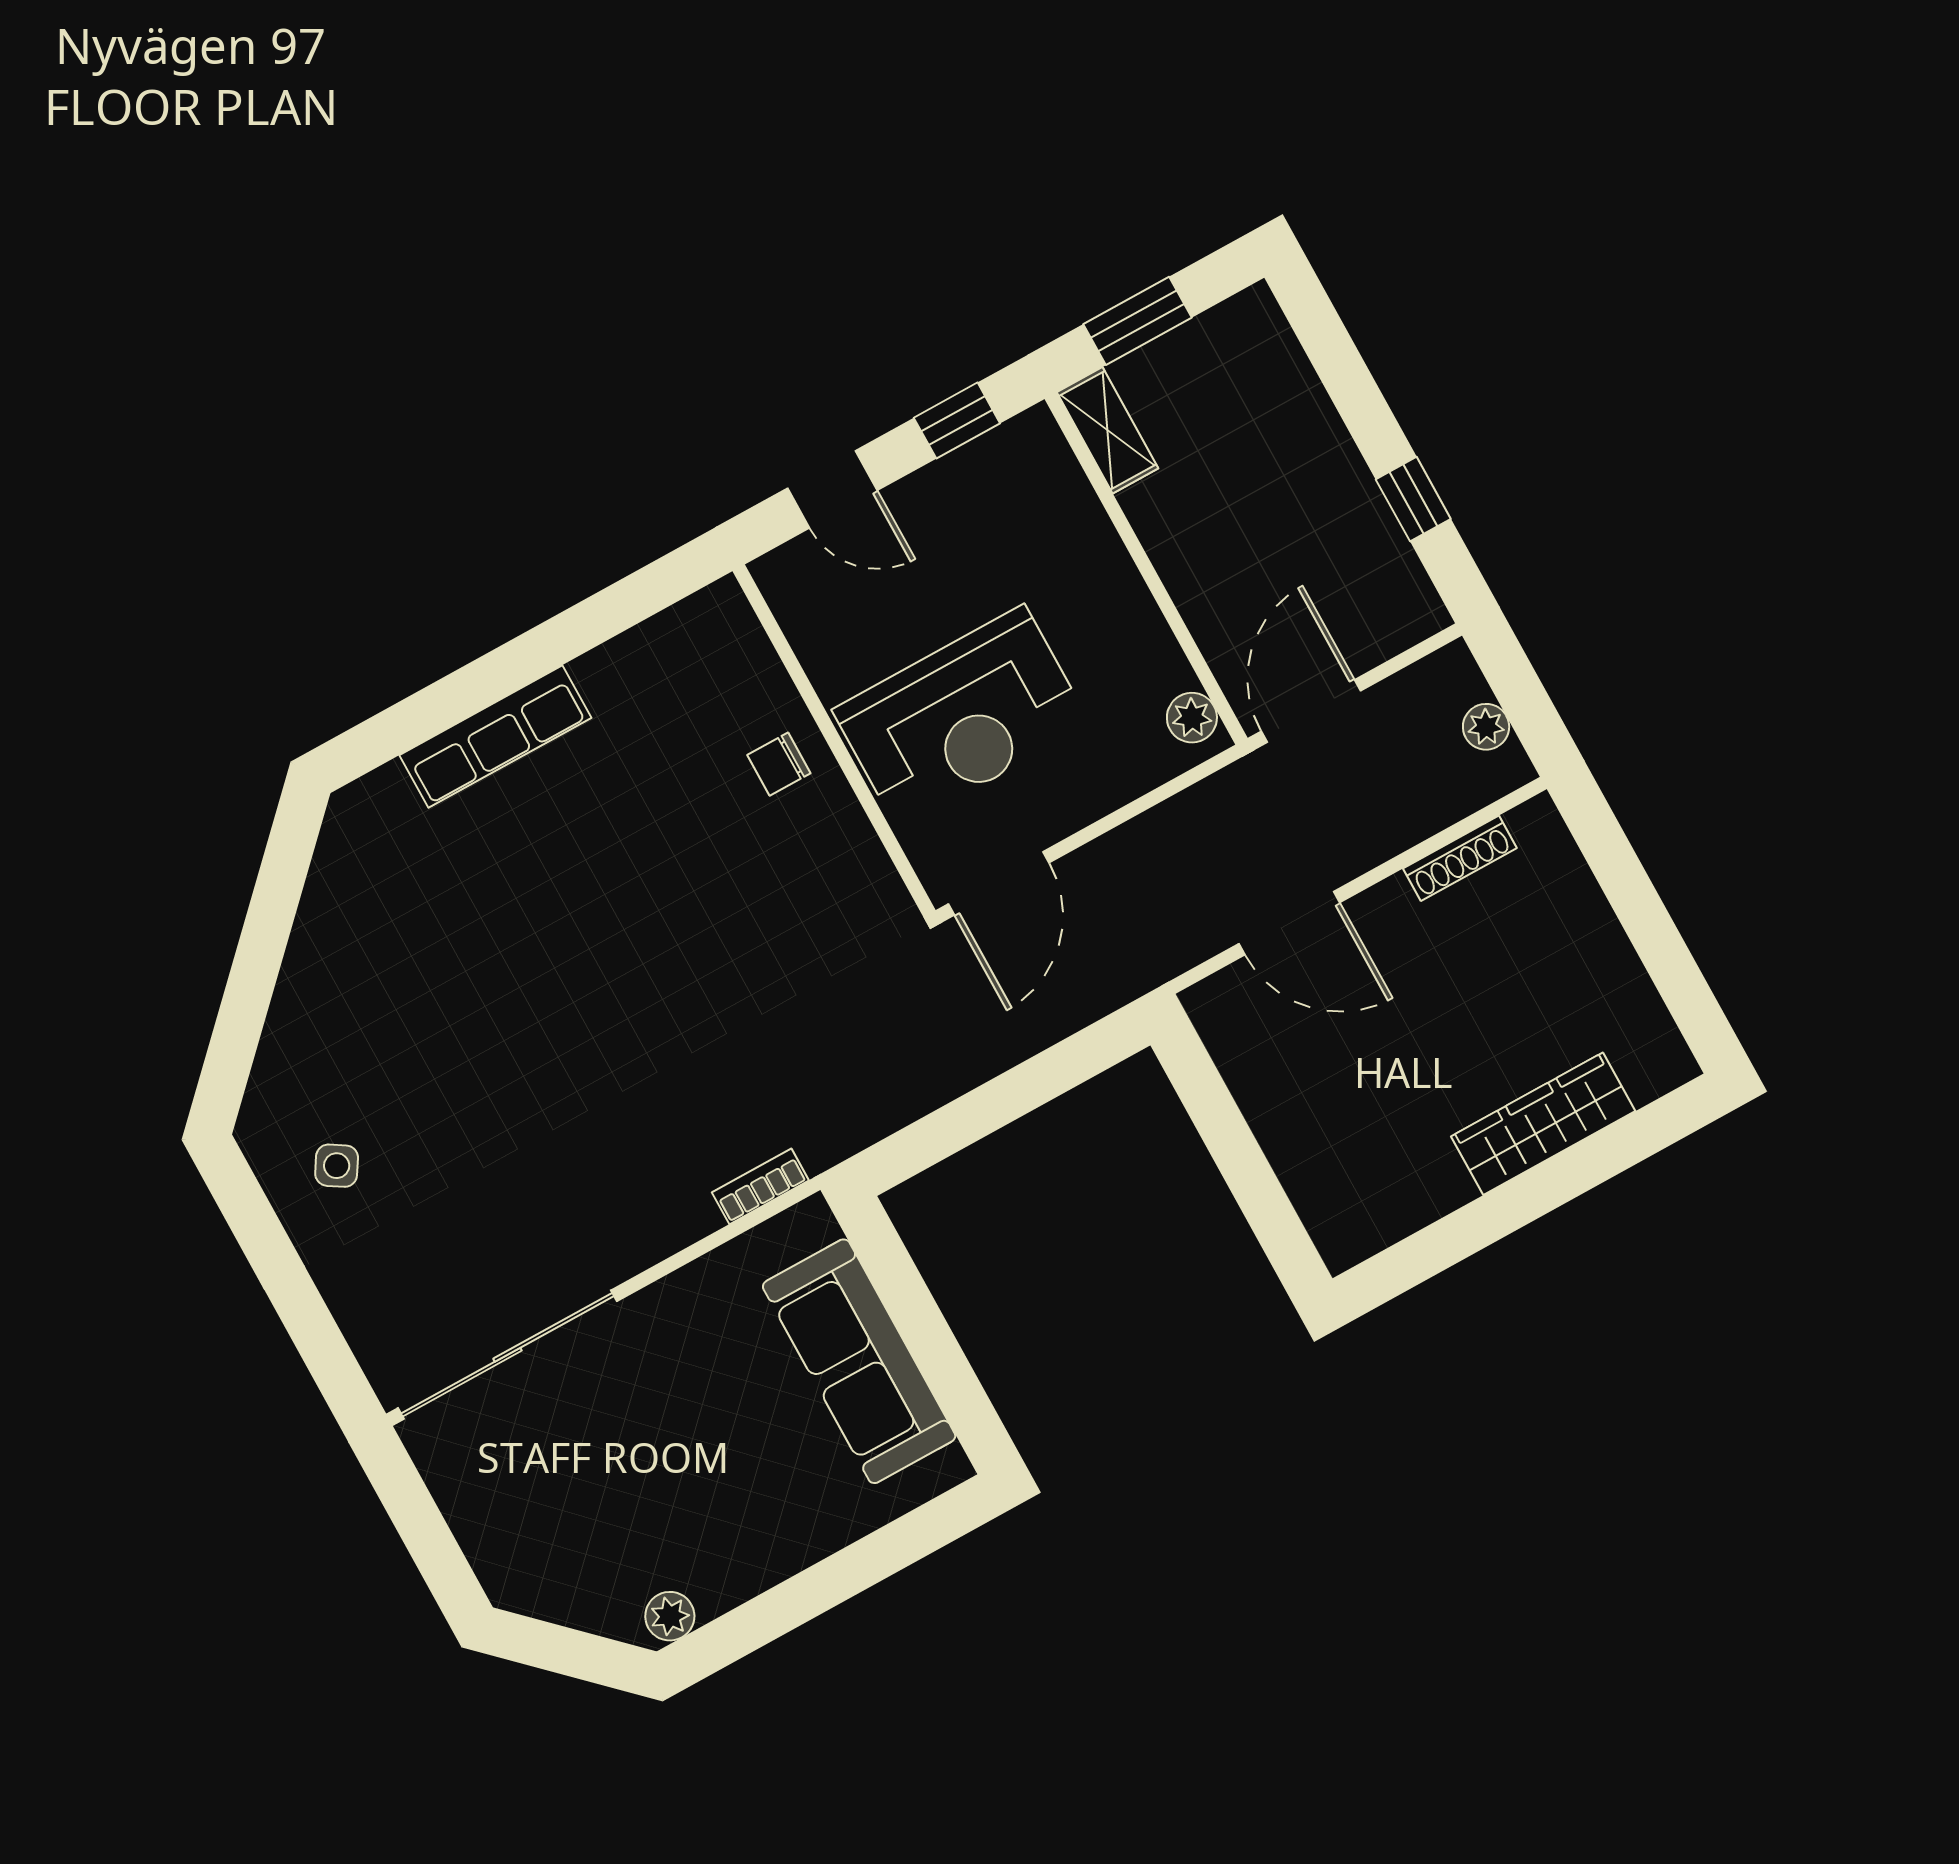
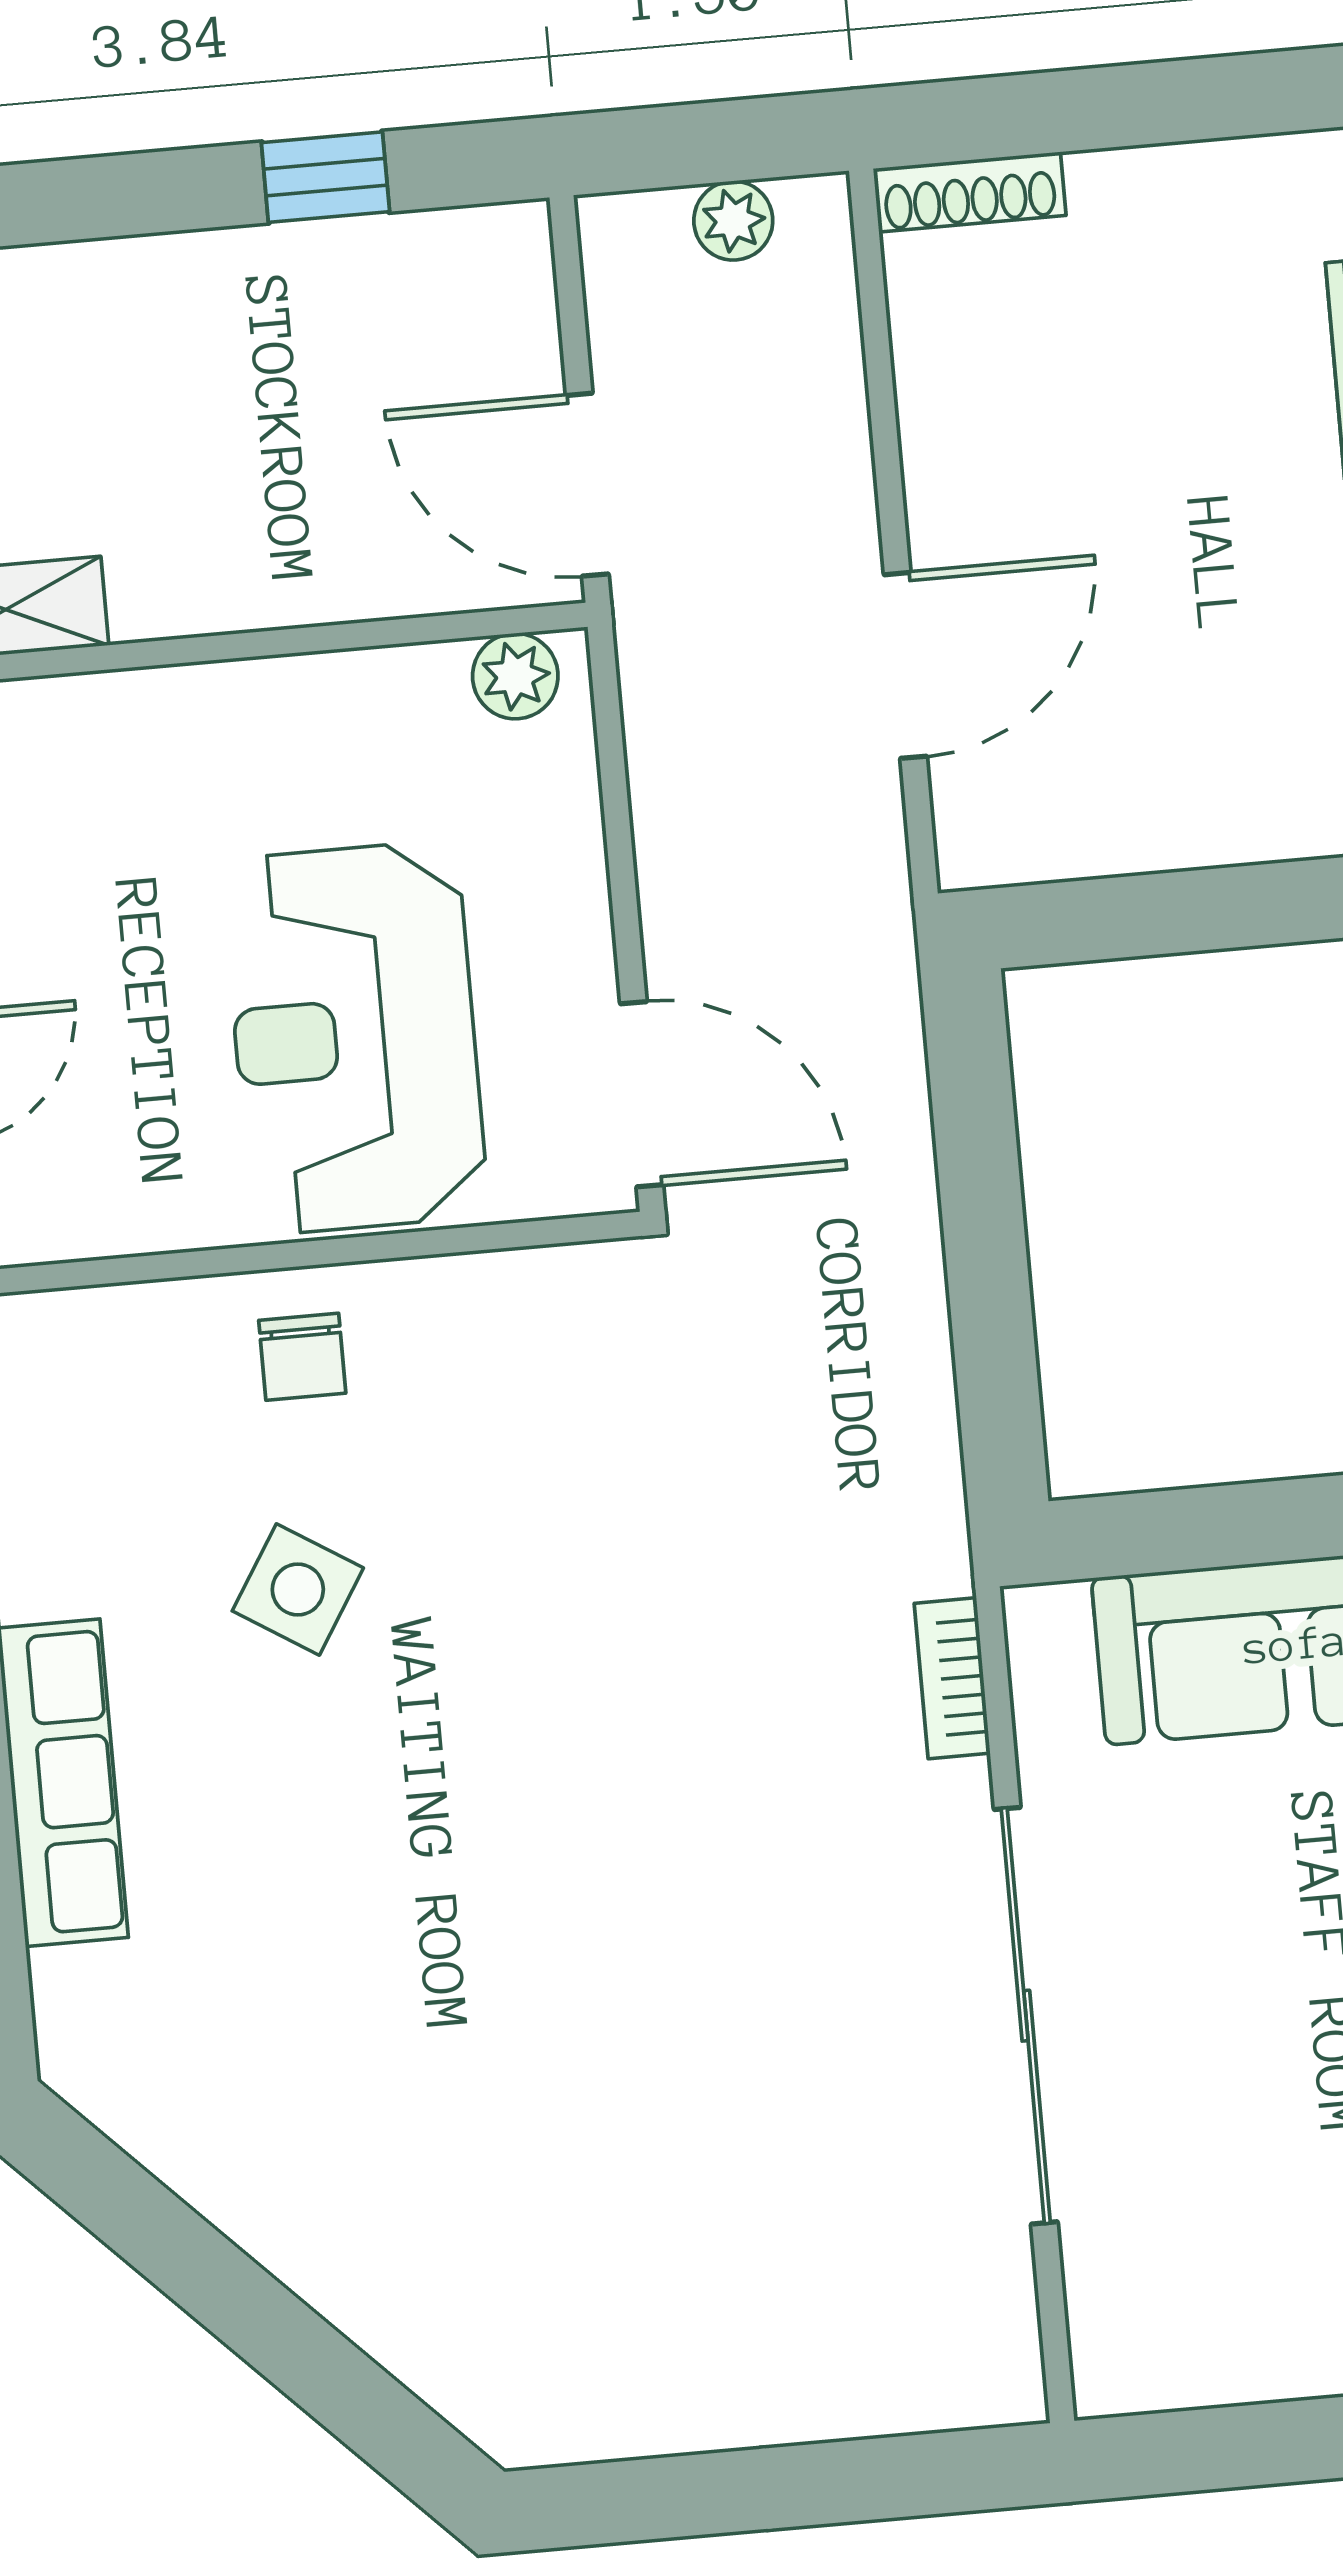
reception desk: (961, 717) -> (355, 1038), turned 180
shoe rack: (1460, 858) -> (970, 192), moved, turned 90
side table: (337, 1166) -> (298, 1589), moved, width x1.37, depth x1.37
sliding door: (508, 1355) -> (1026, 2016), moved

